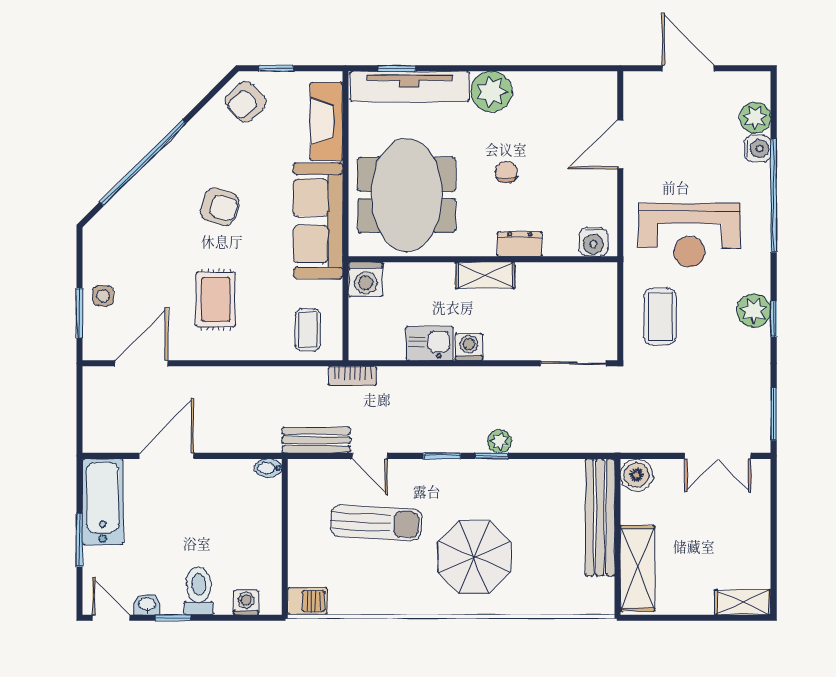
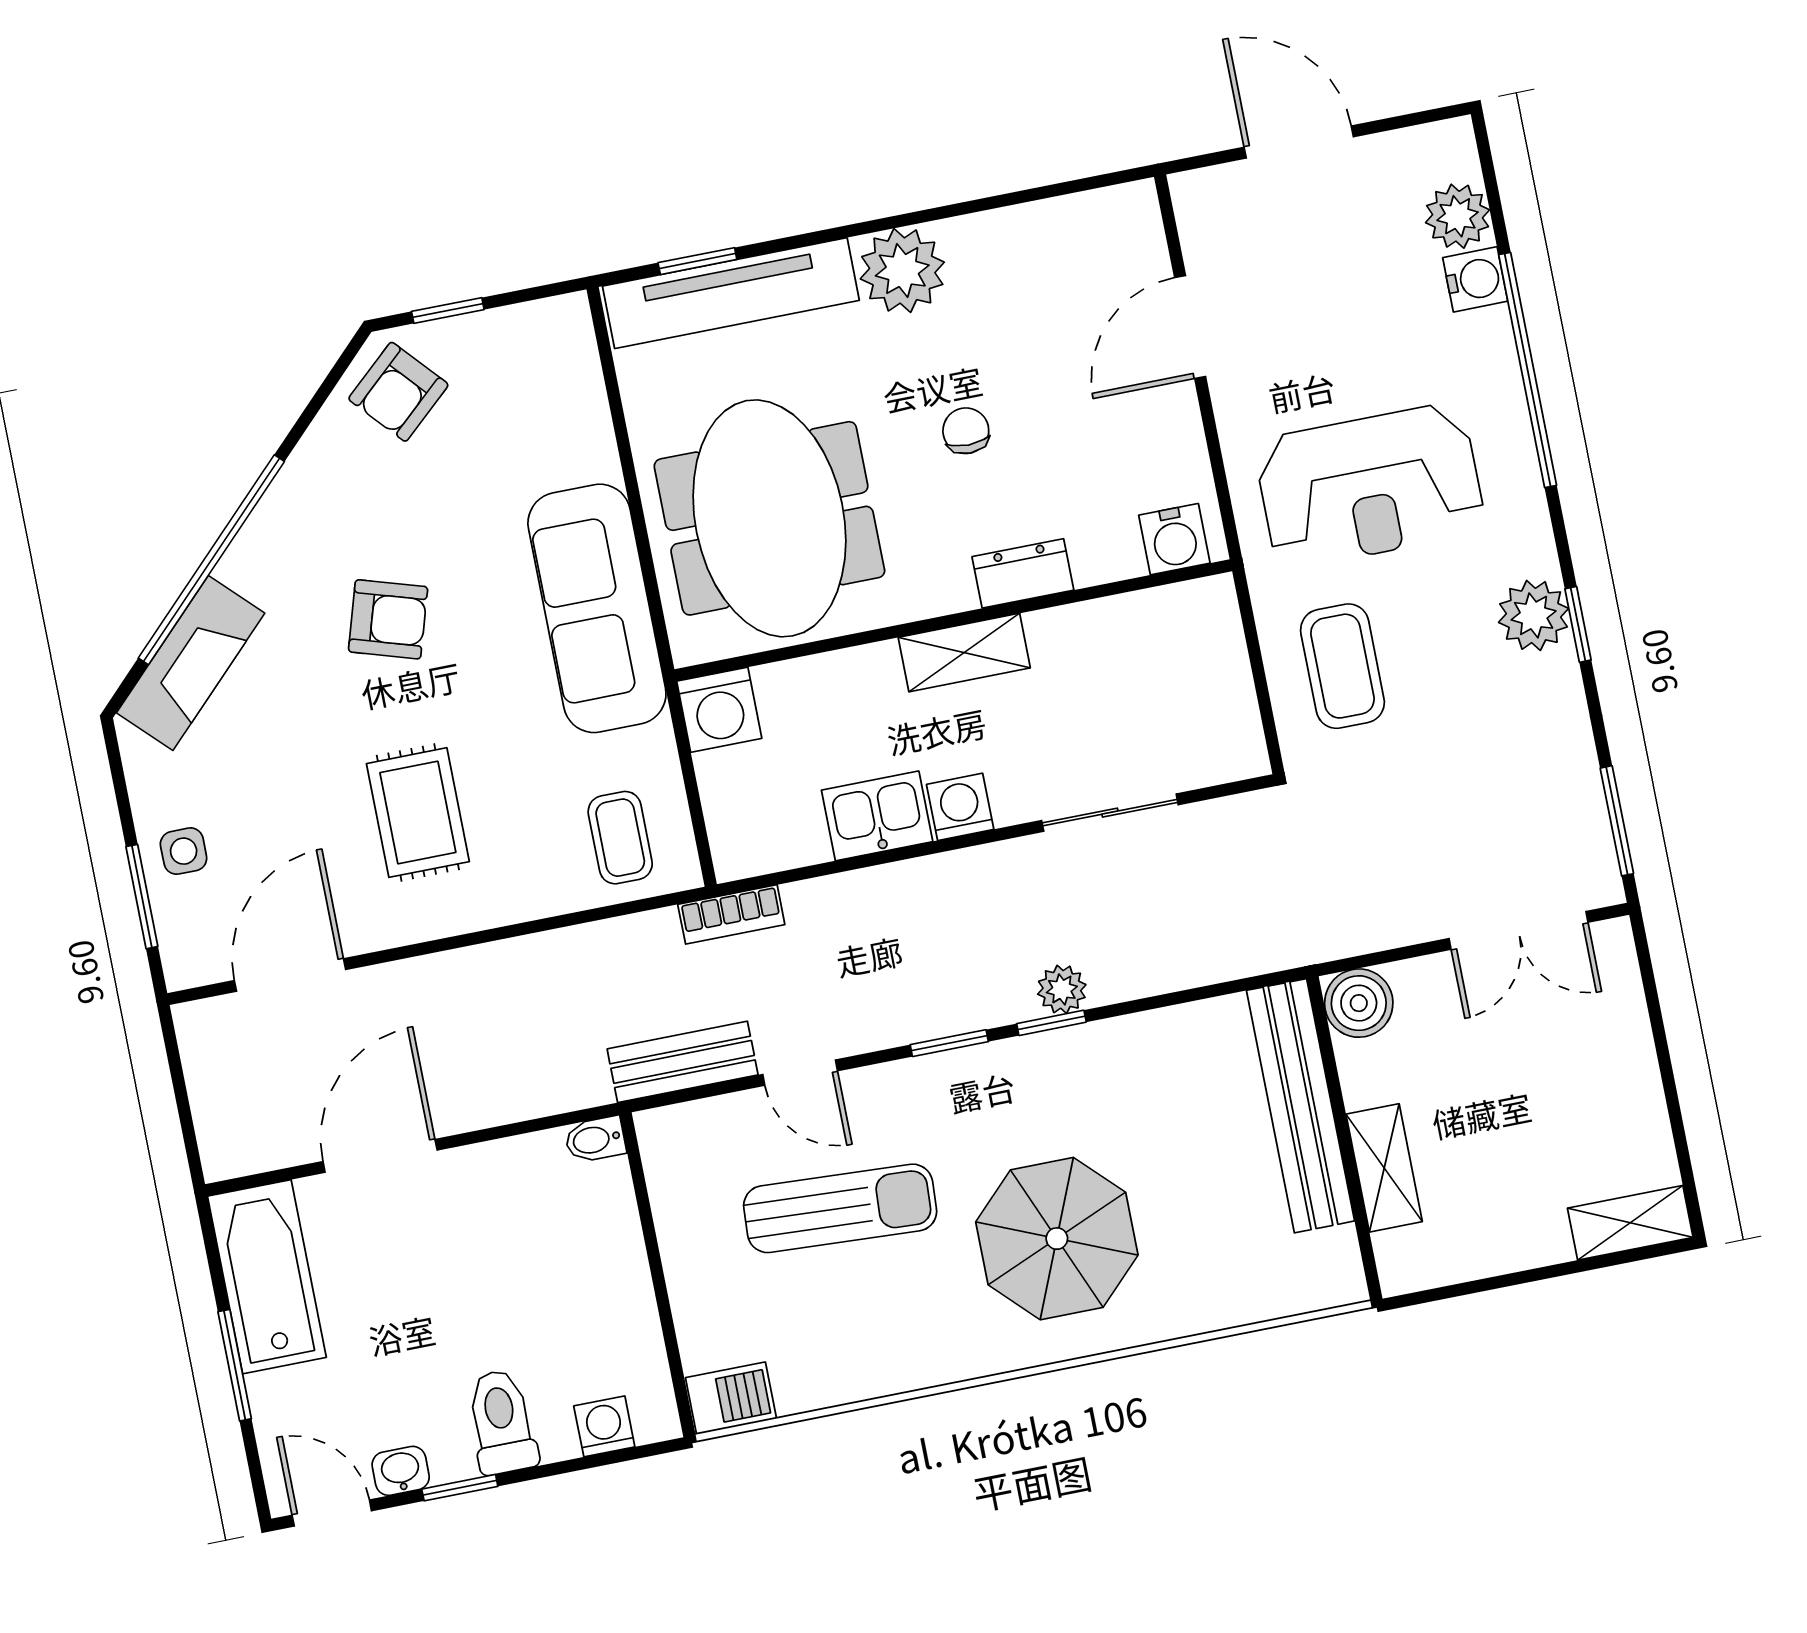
fireplace: (327, 121) -> (191, 663), moved, turned -135
sliding door: (573, 363) -> (1110, 813), moved
shelving: (637, 568) -> (1384, 1168), width x0.67, depth x0.75

